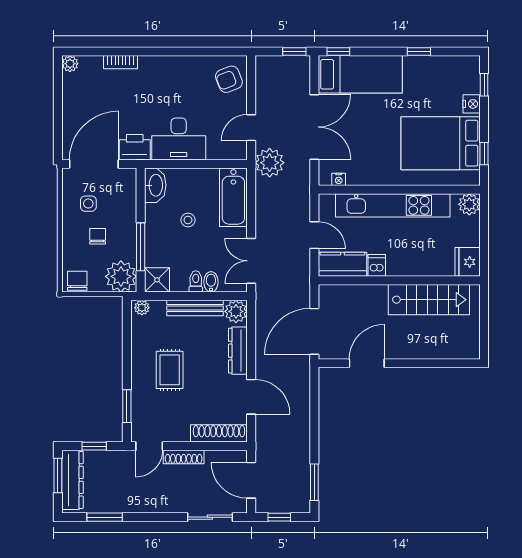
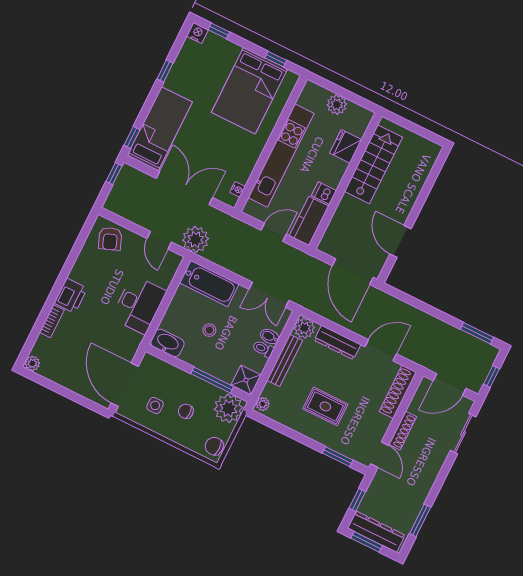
nightstand: (472, 104) -> (197, 33), moved
printer: (135, 147) -> (71, 296), moved, turned 180
plant: (469, 204) -> (337, 105), moved
fridge: (468, 262) -> (346, 146), moved, turned 90

